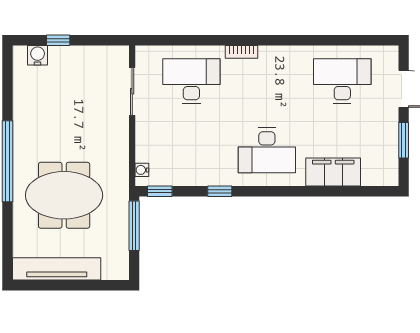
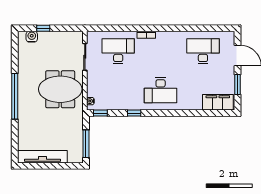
filing cabinet: (333, 172) -> (218, 102), moved
meeting table: (64, 195) -> (60, 89), moved
window: (134, 226) -> (86, 144), moved

